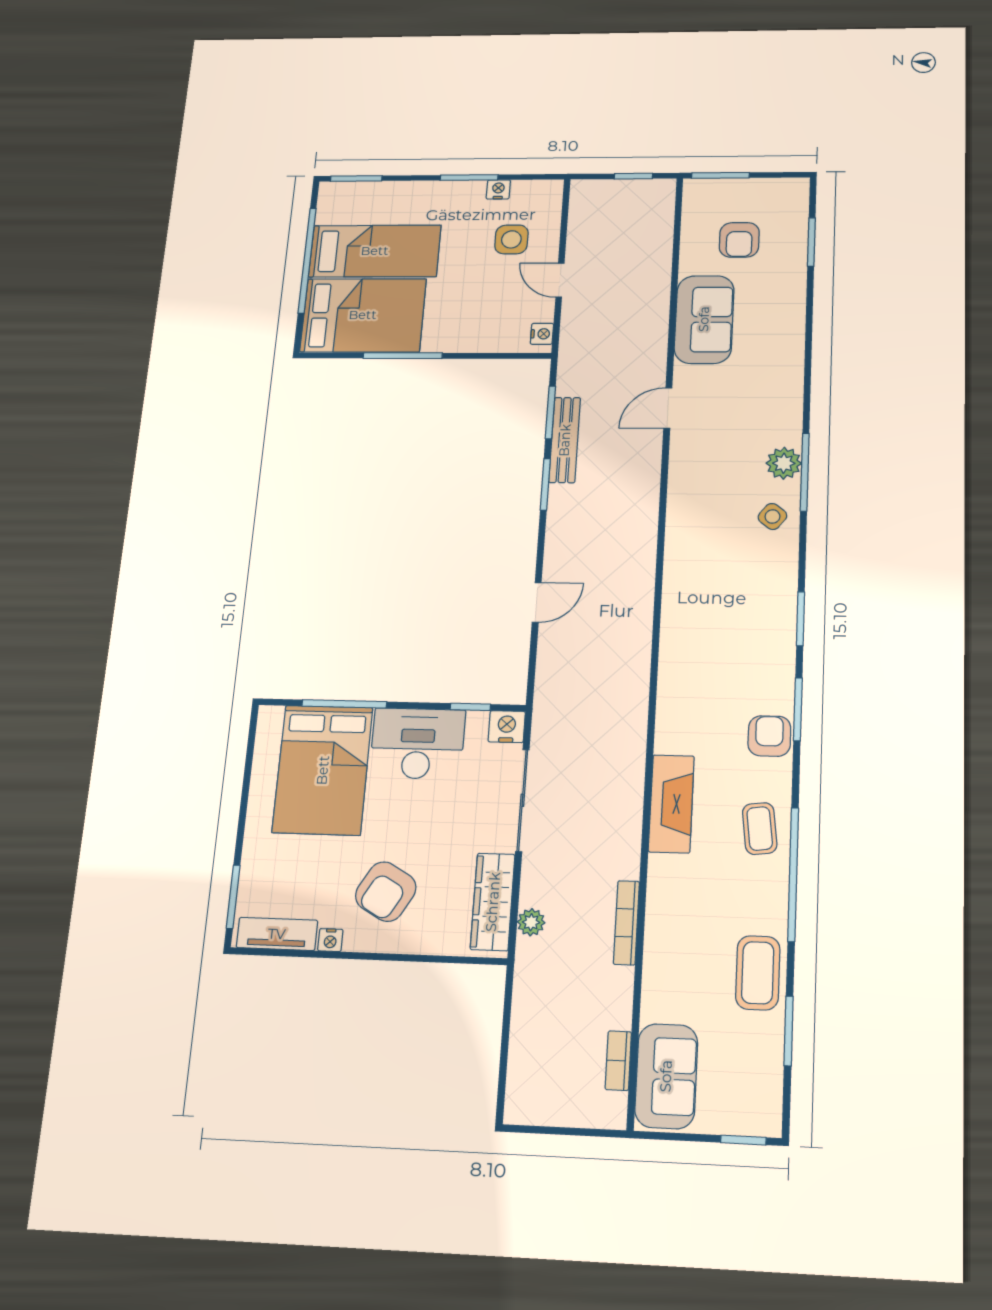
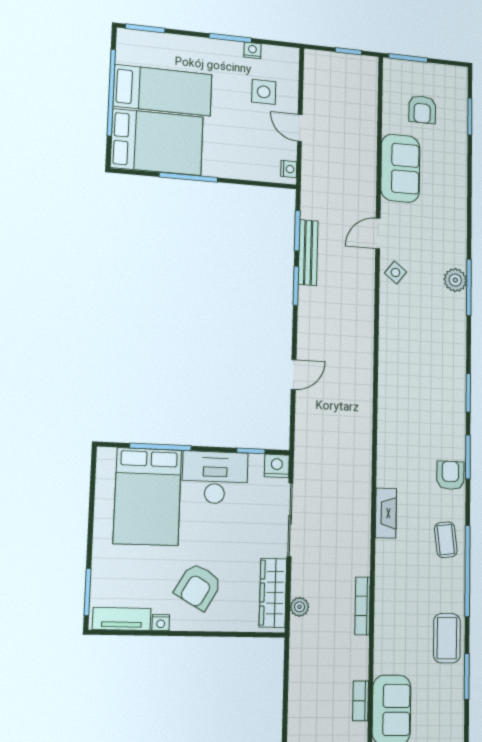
side table: (772, 516) -> (395, 272), moved
fireplace: (671, 804) -> (386, 513), width x0.73, depth x0.76

